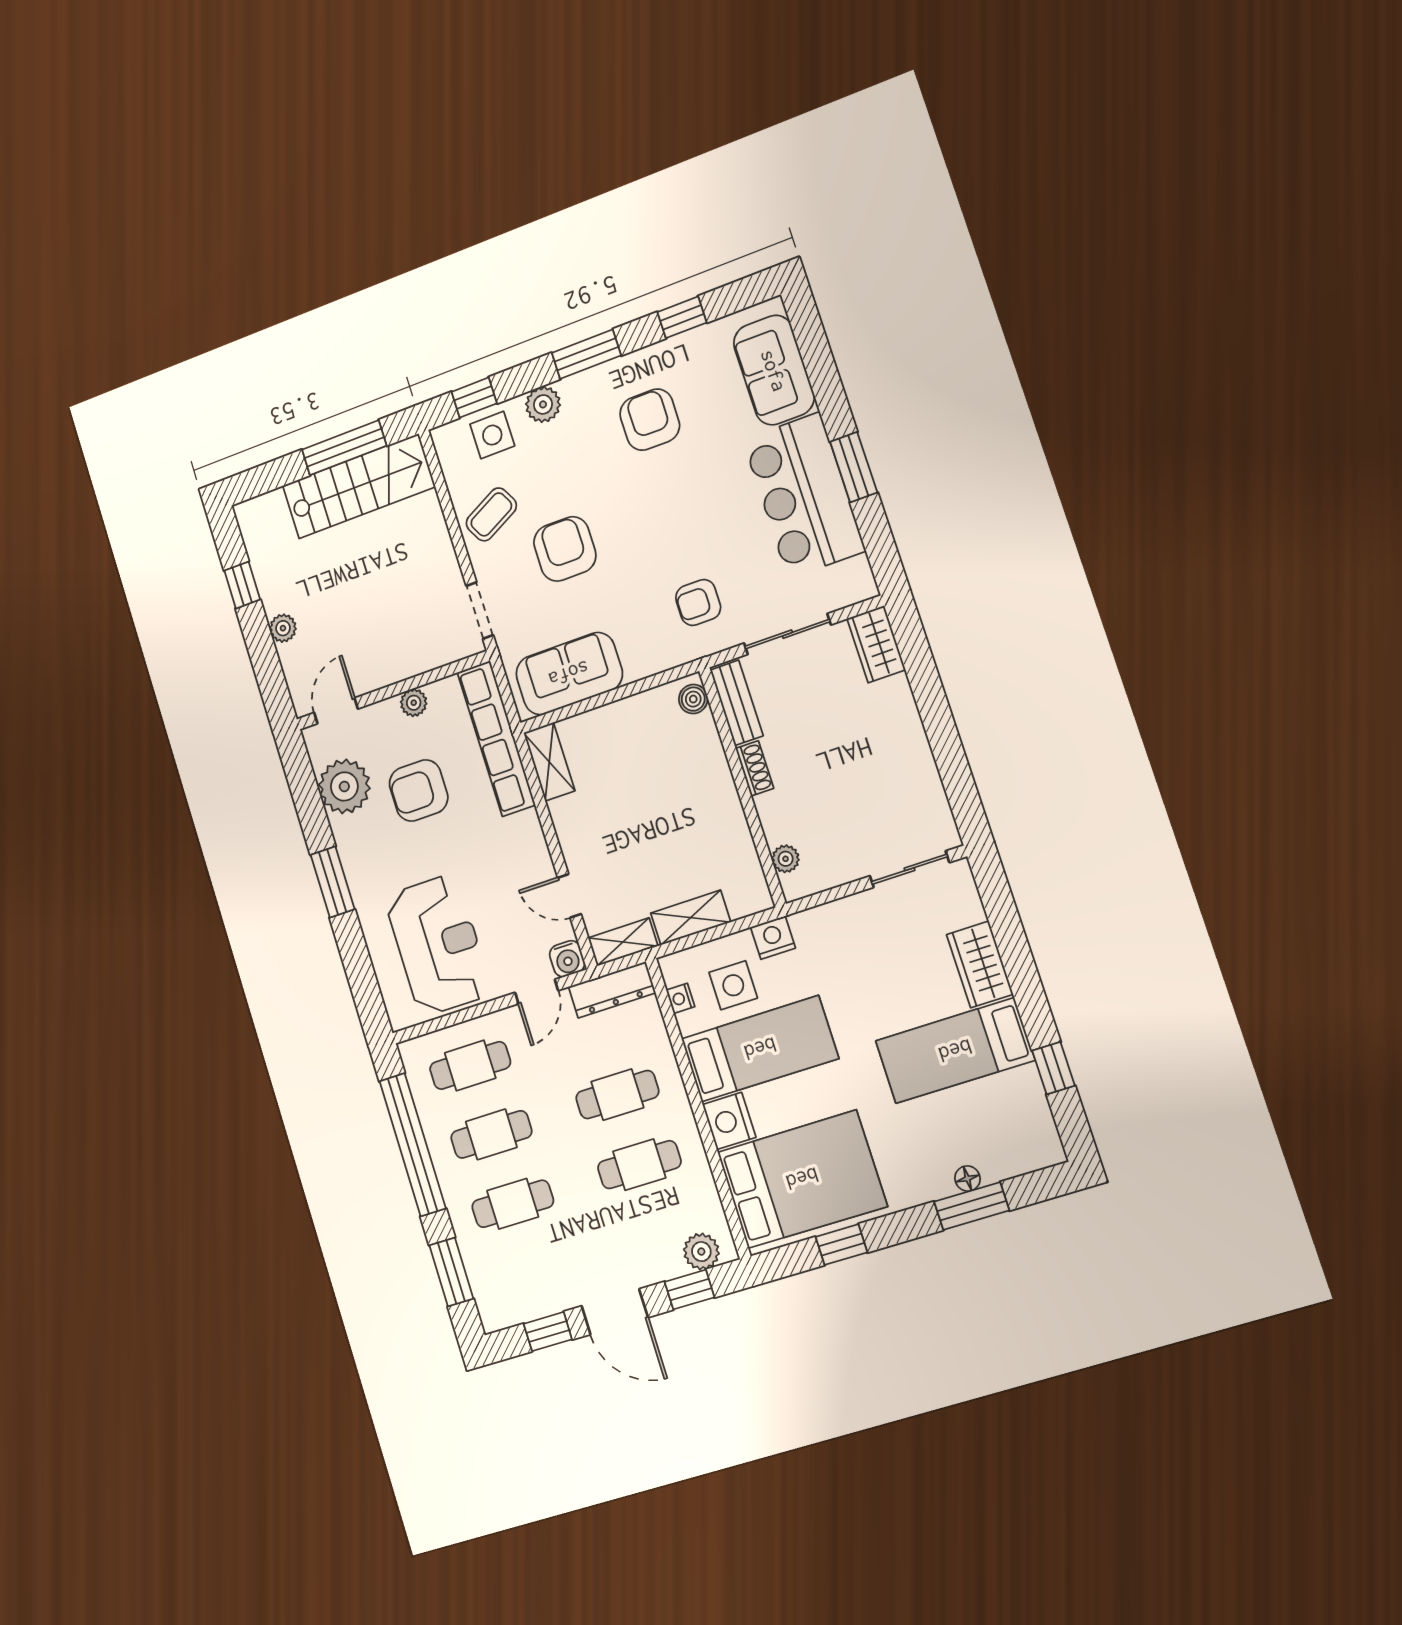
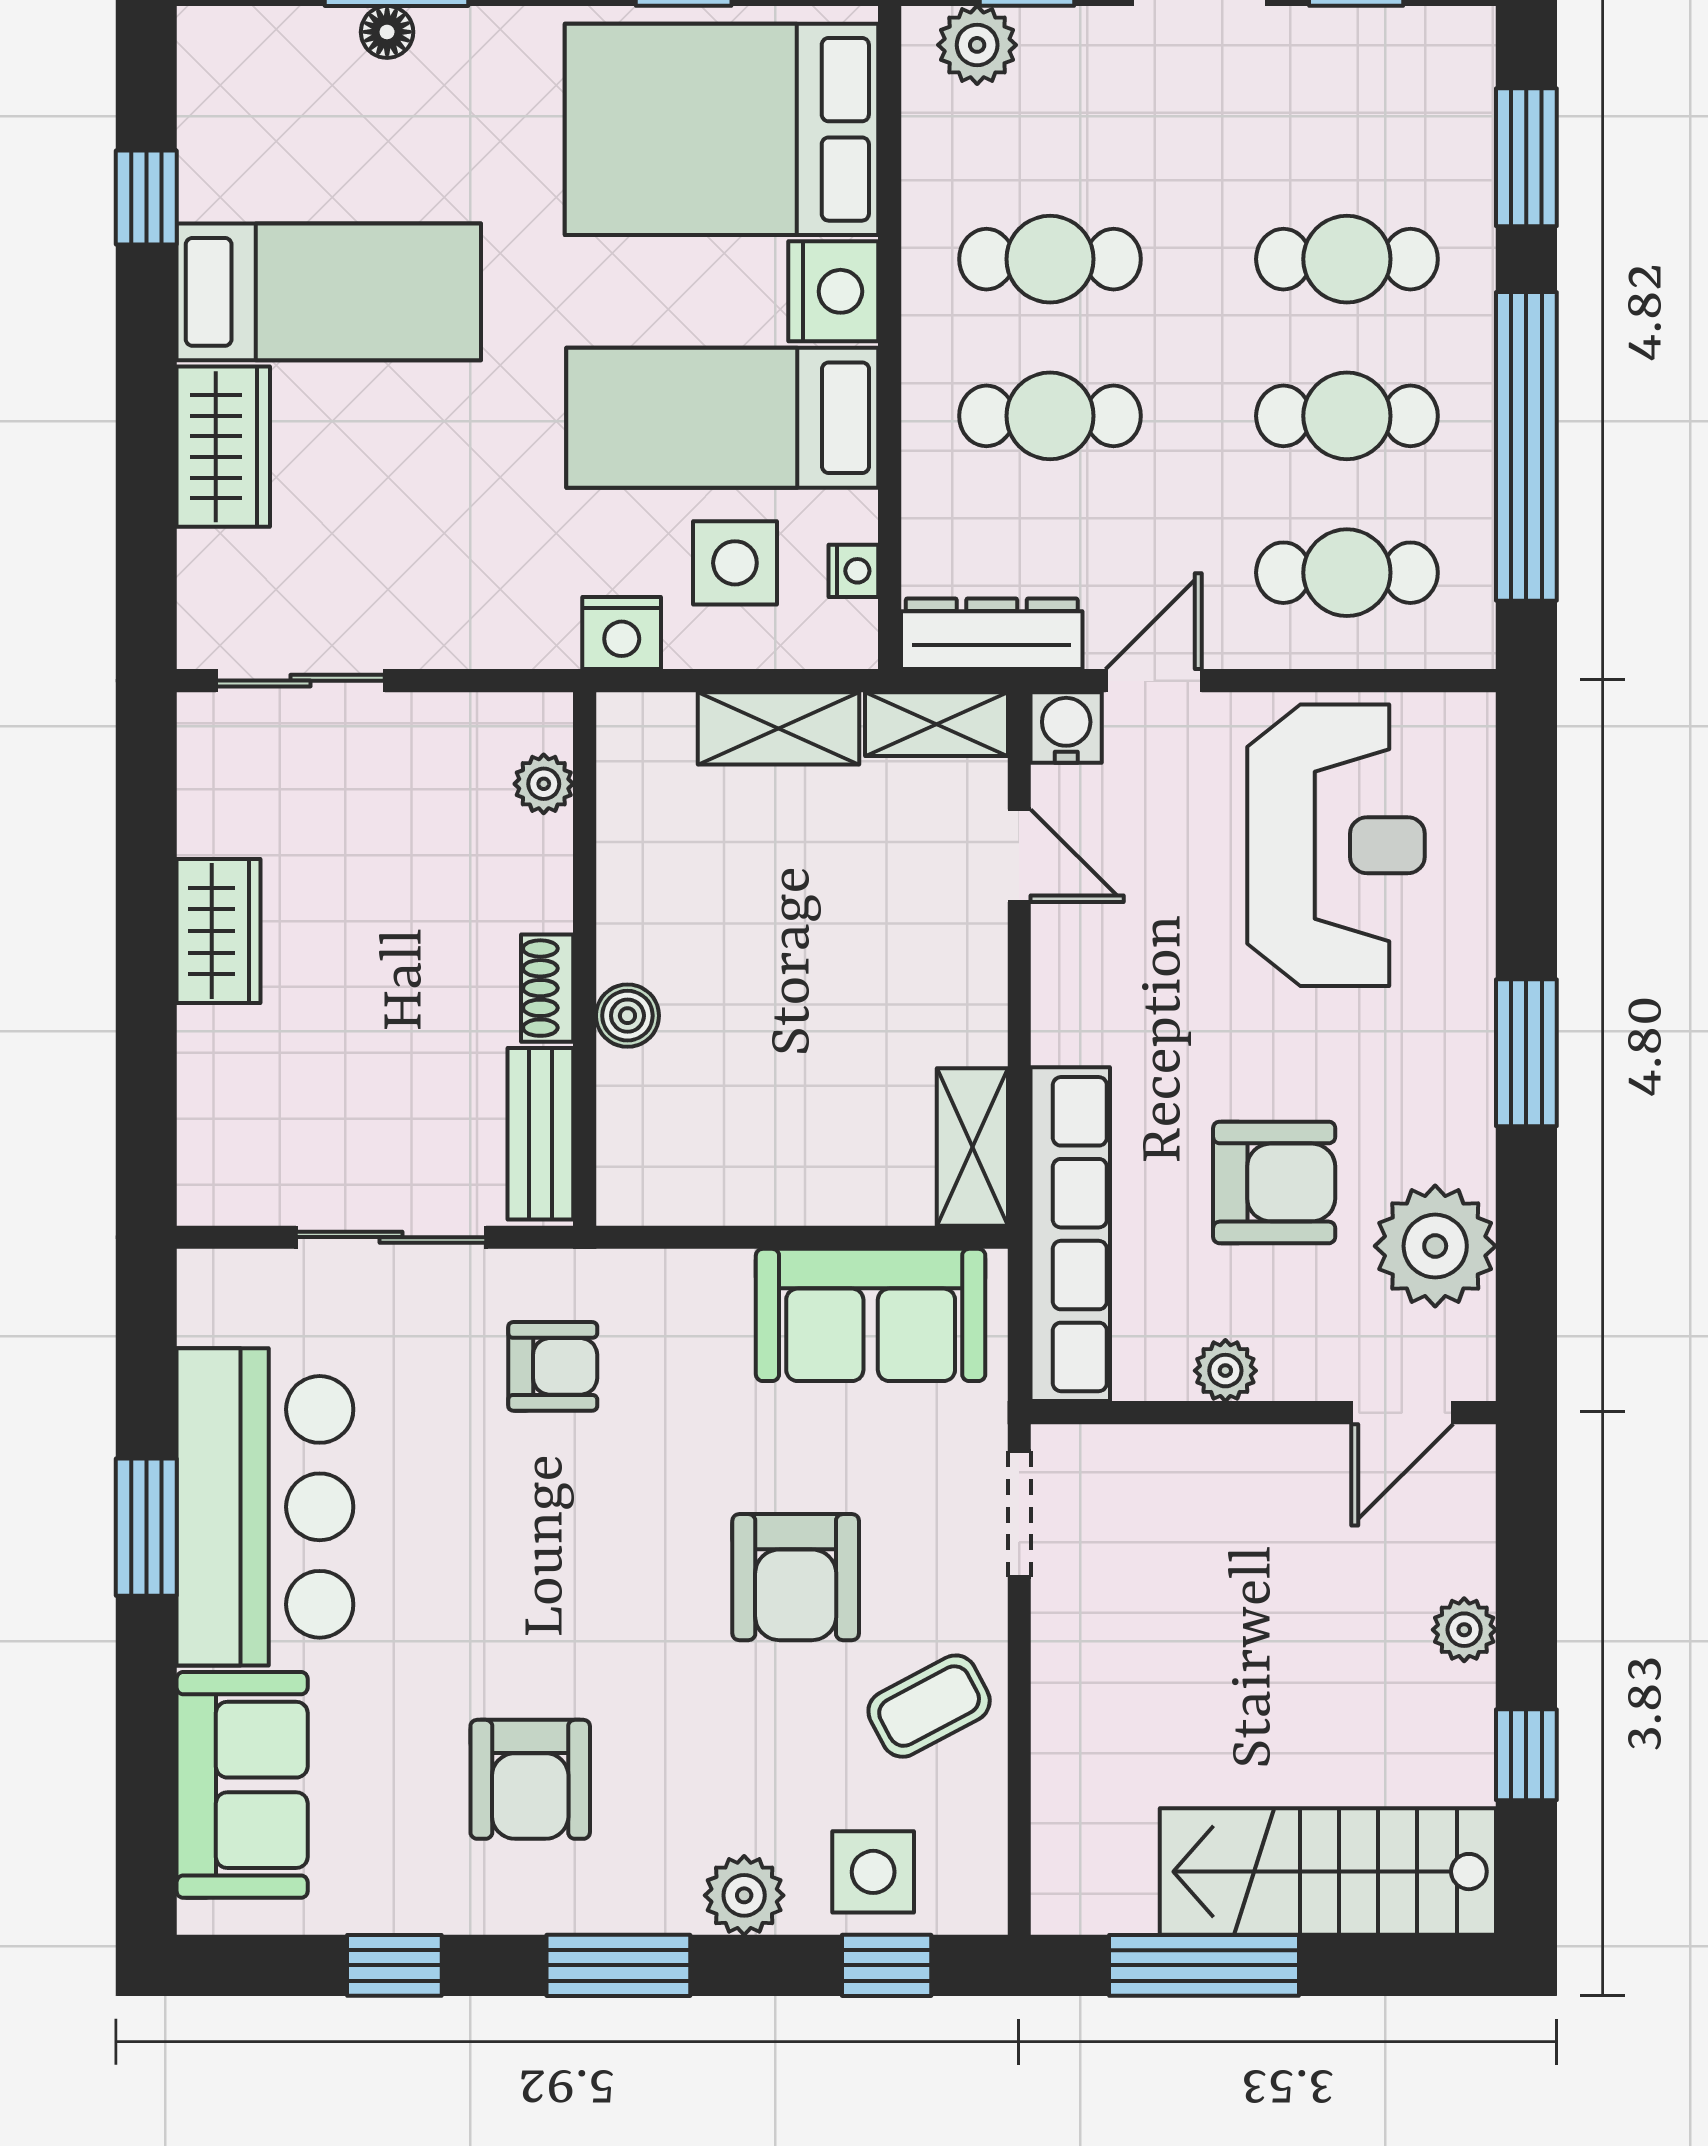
stairs: (359, 486) -> (1328, 1872), moved
wardrobe: (876, 644) -> (219, 931), moved
boiler: (693, 699) -> (627, 1016), moved
reception desk: (438, 945) -> (1336, 845), turned 180

